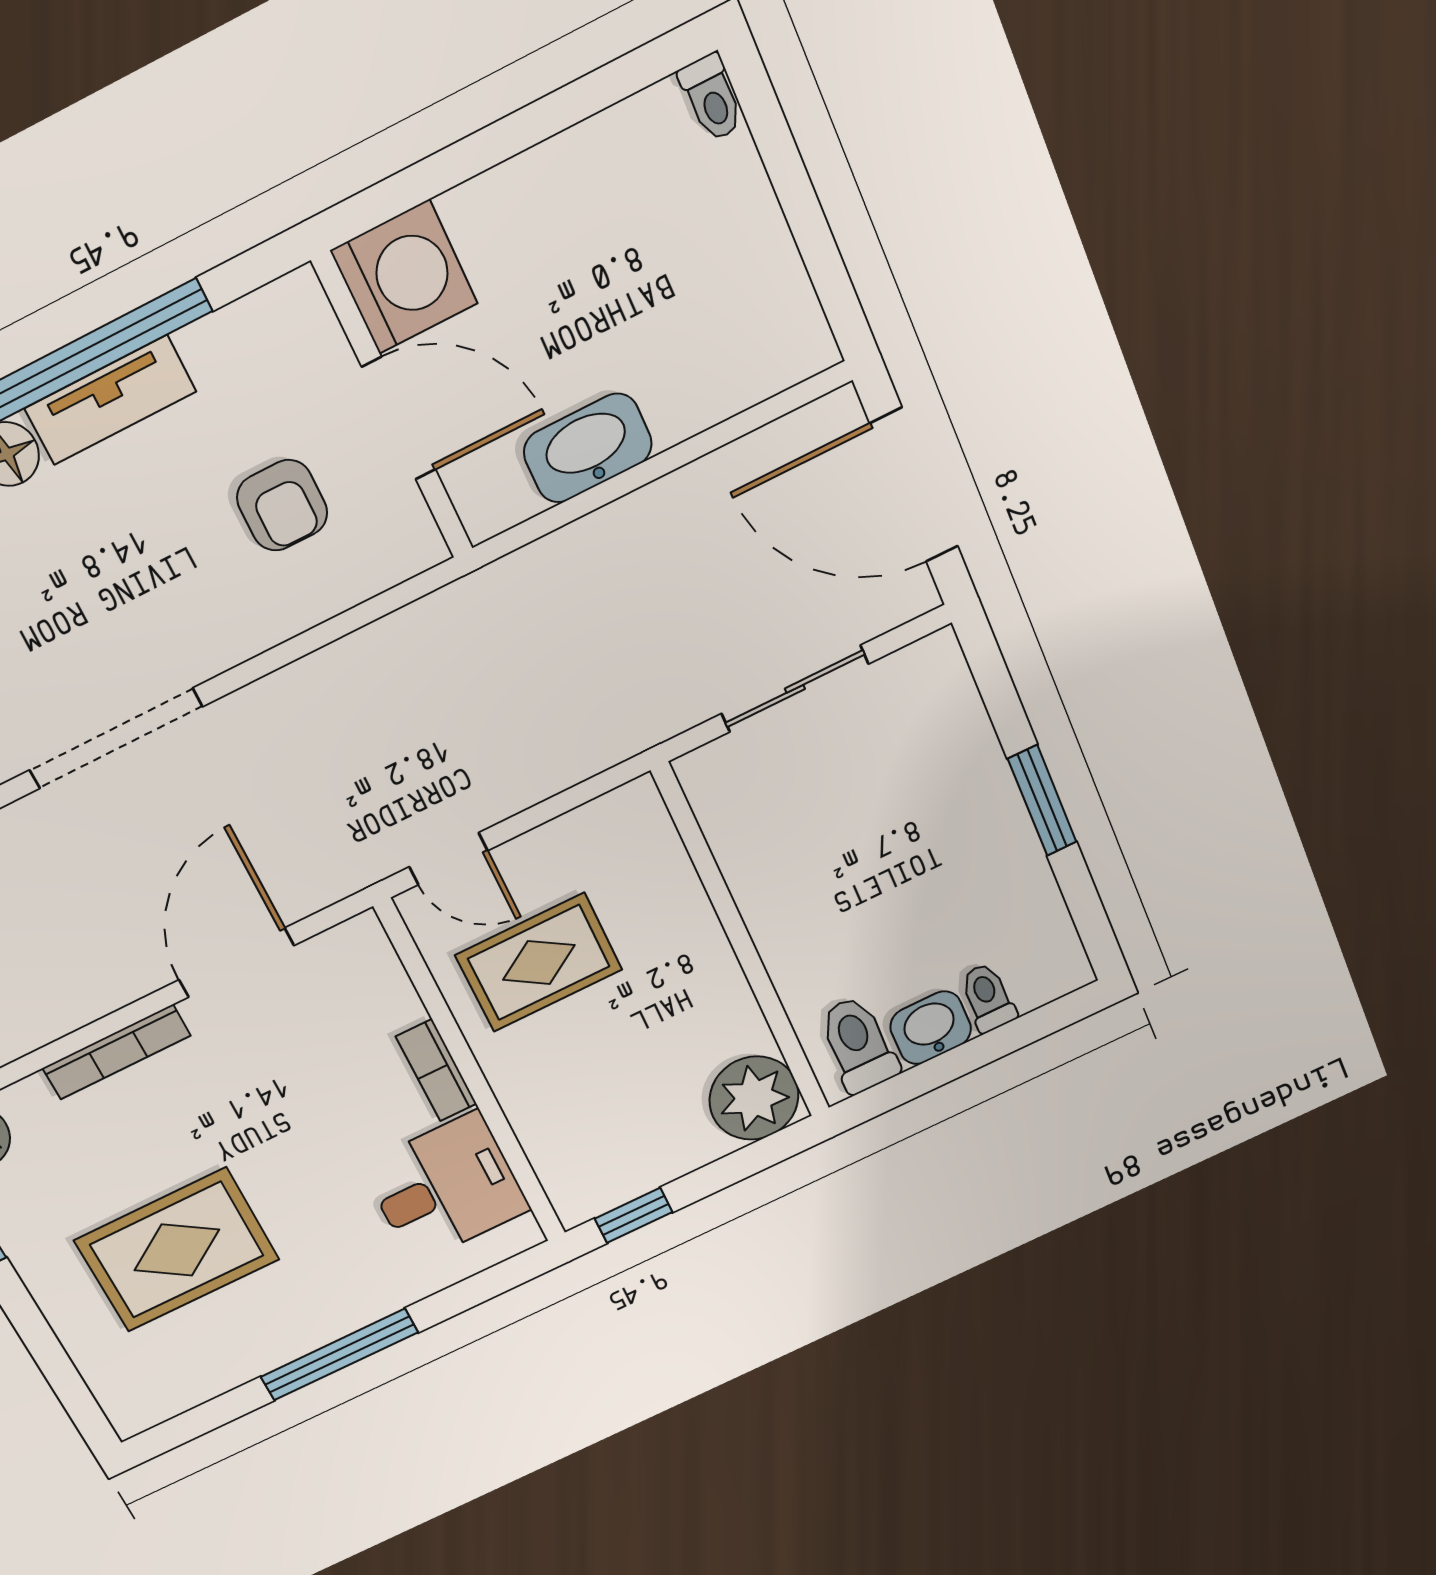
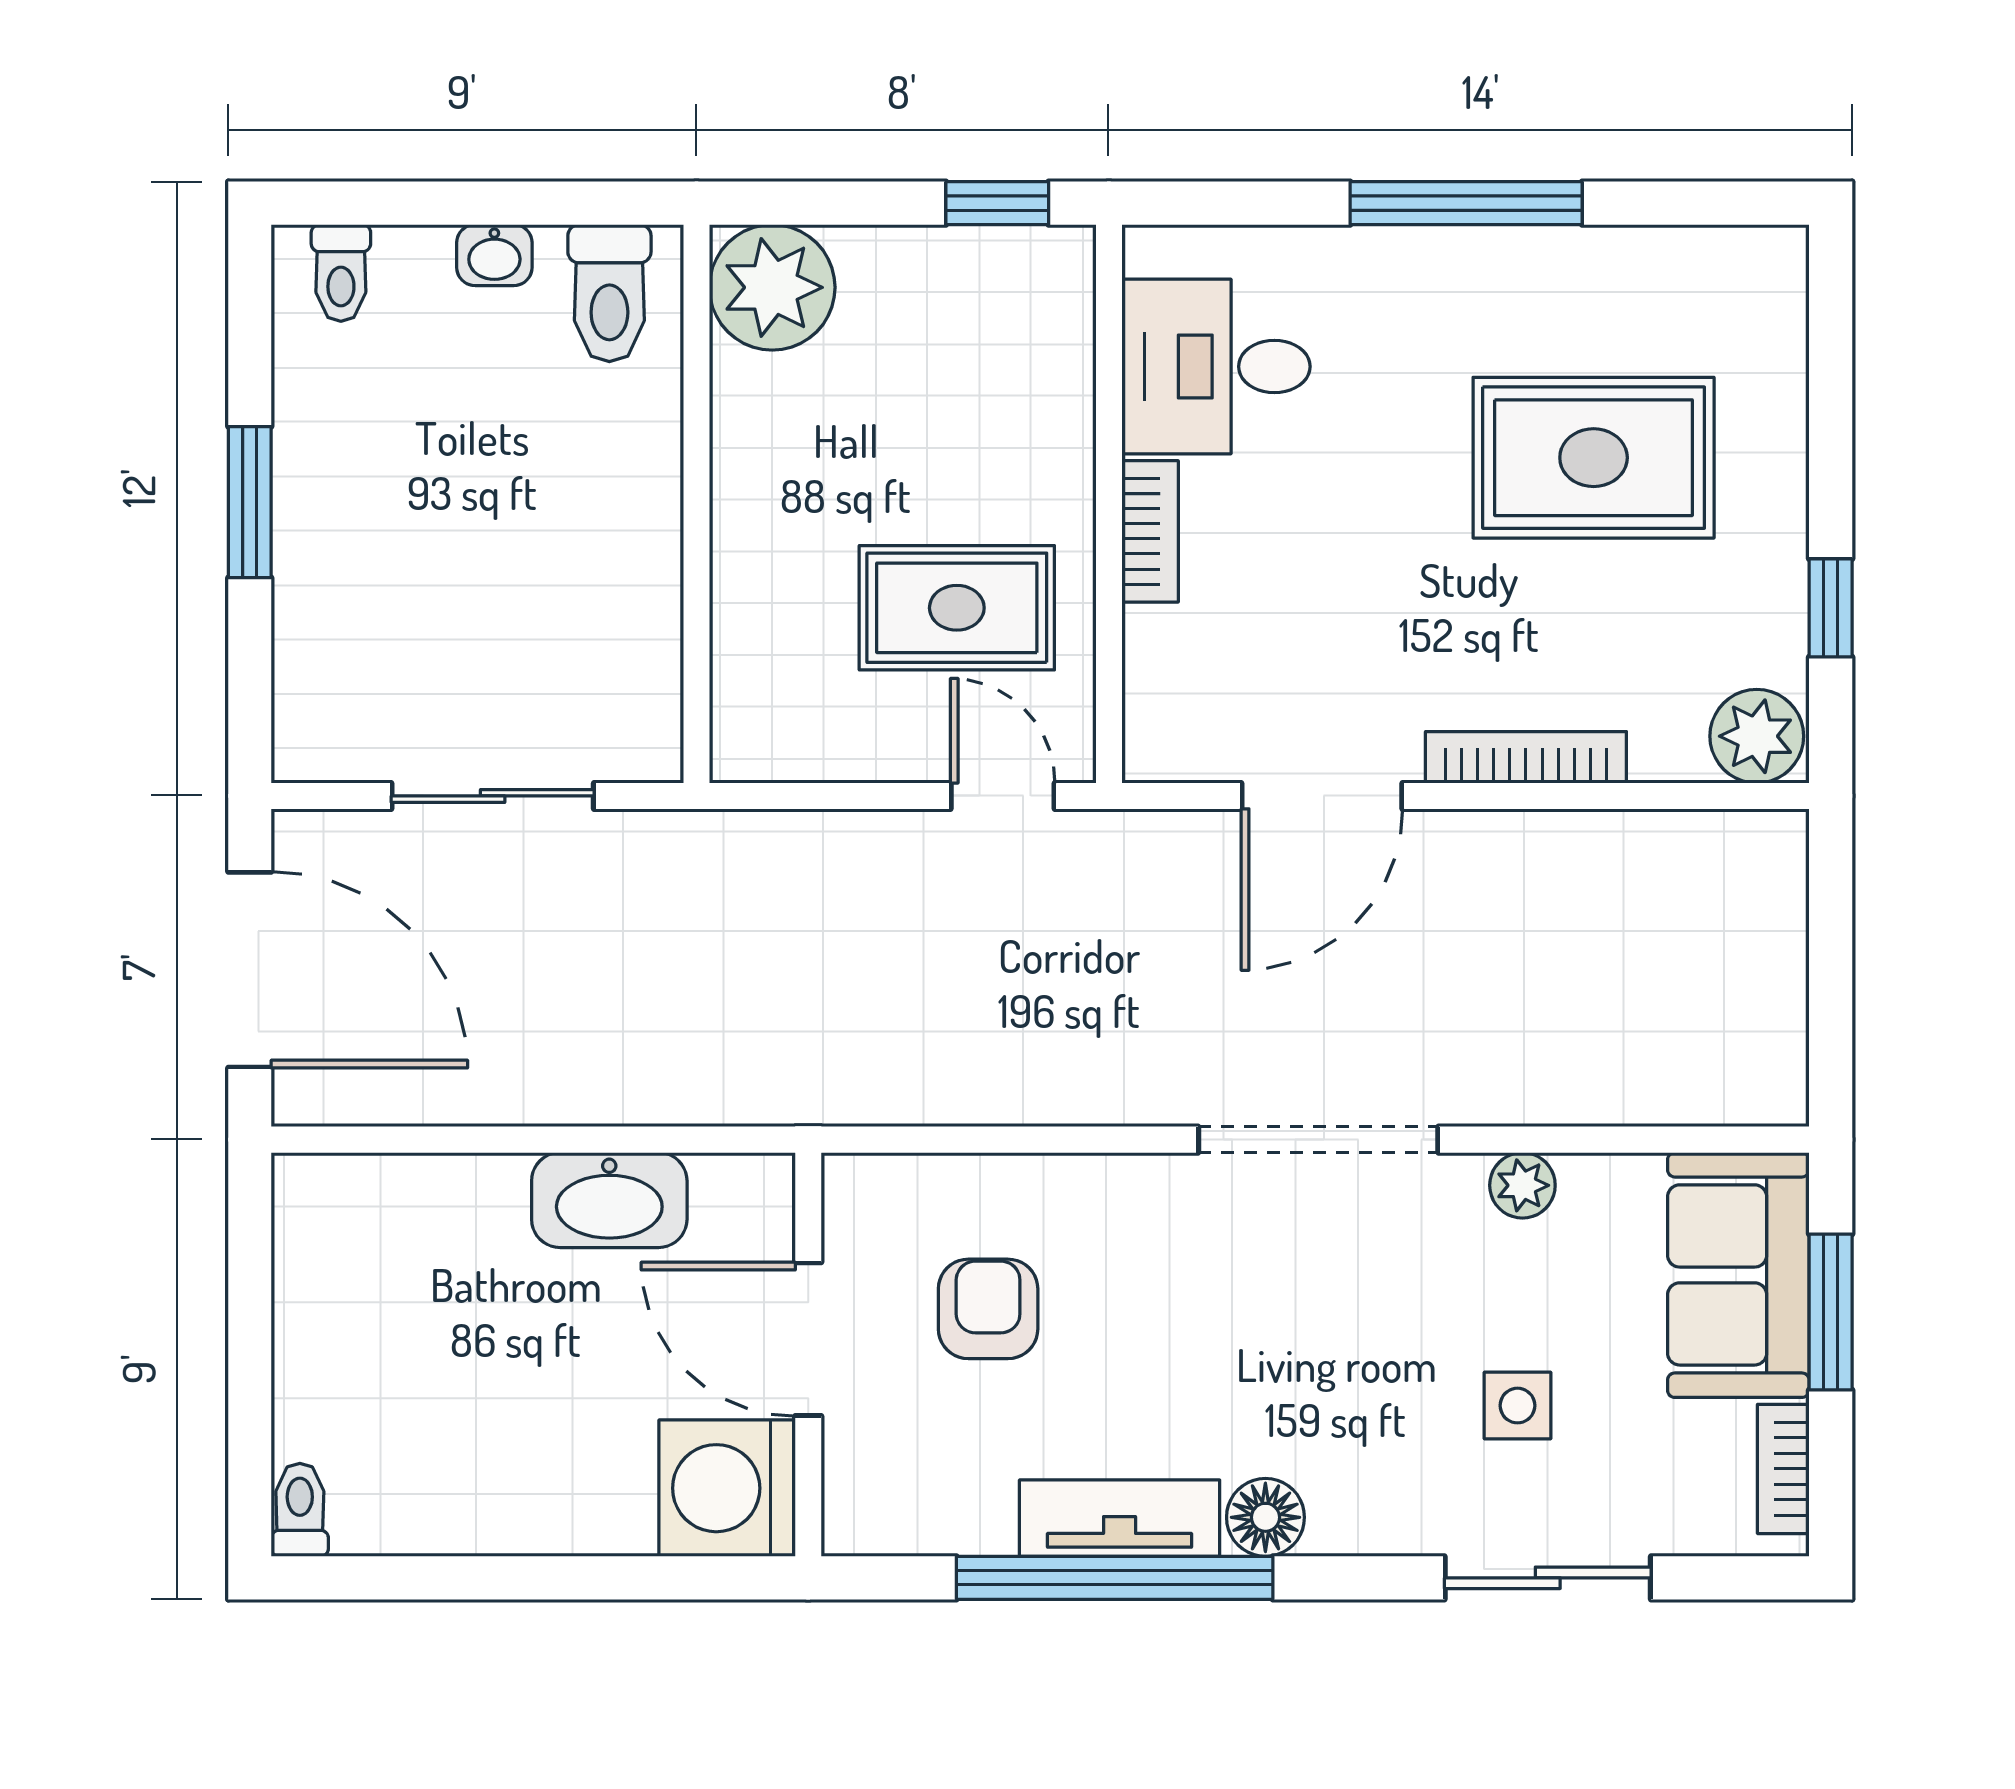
toilet: (988, 998) -> (341, 273), moved
washbasin: (931, 1028) -> (494, 255), width x0.72, depth x0.69

